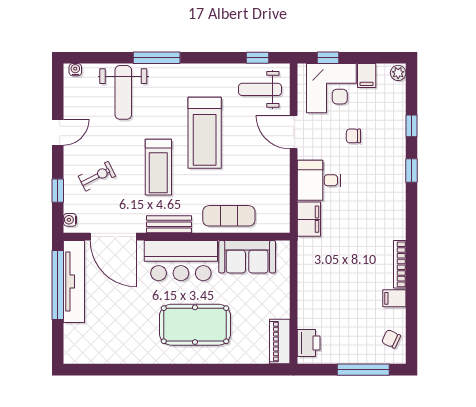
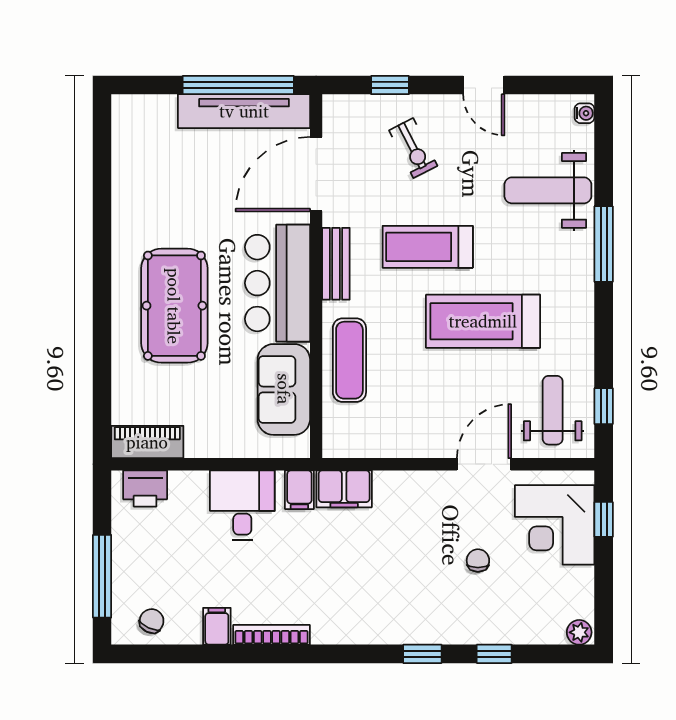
filing cabinet: (367, 75) -> (299, 490), moved, turned -90
desk: (319, 180) -> (242, 505), moved
water cooler: (70, 220) -> (343, 105), removed

